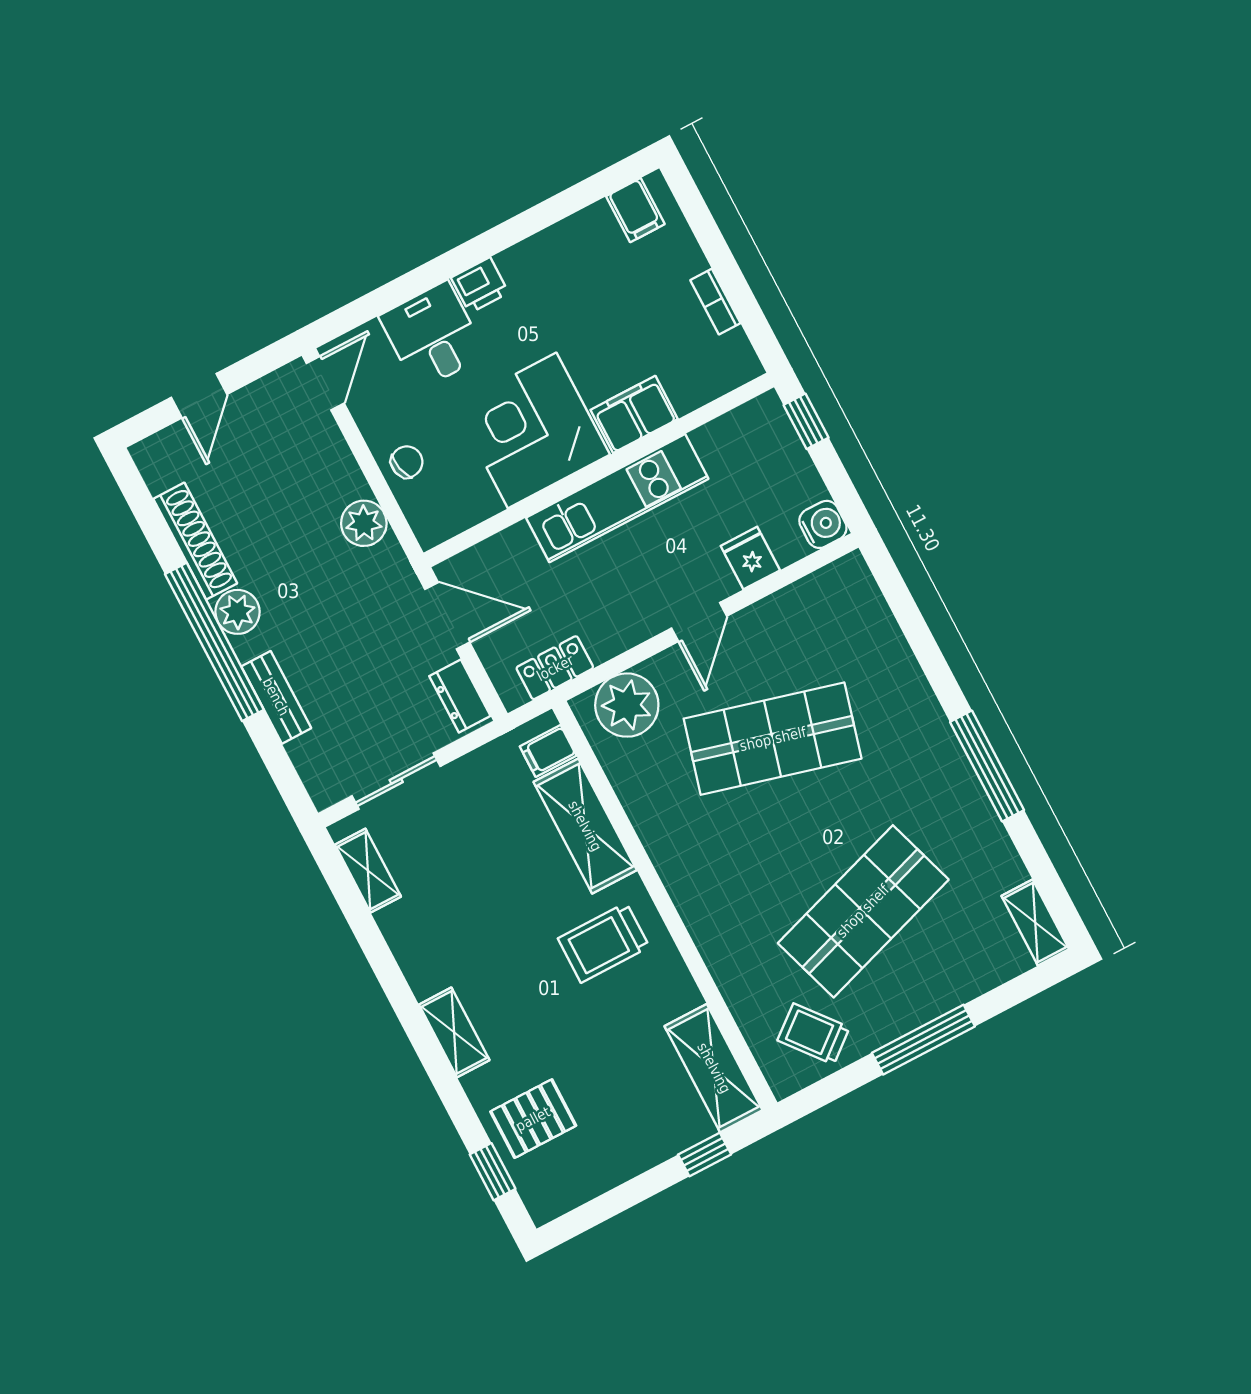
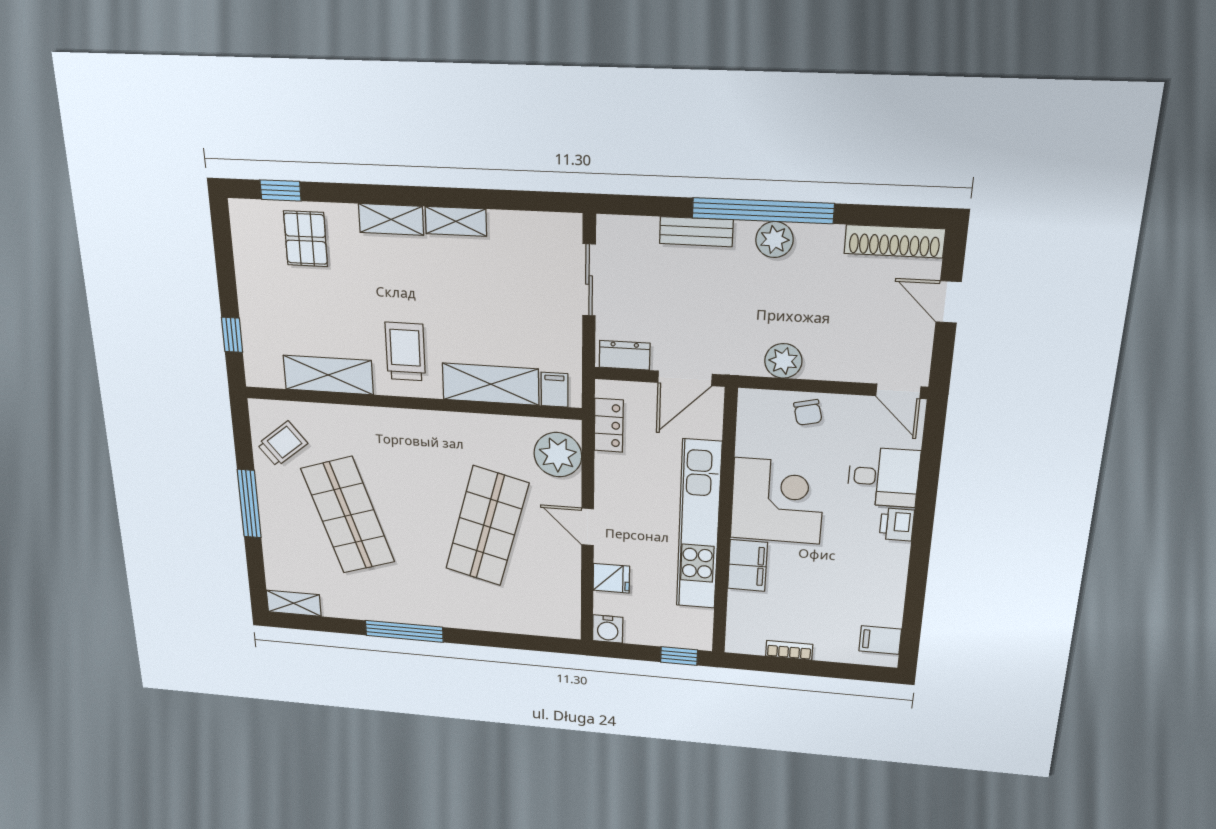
kitchen unit: (617, 498) -> (699, 525), width x1.36
shoe rack: (195, 541) -> (894, 241), moved
shelving: (368, 871) -> (456, 221), moved
shelving: (714, 1068) -> (328, 375), moved

